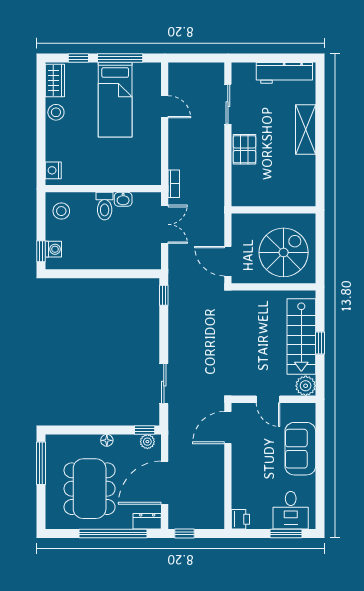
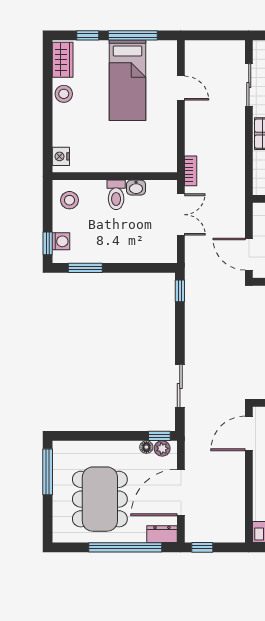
window: (76, 274) -> (85, 268), added
floor lamp: (107, 440) -> (146, 447), moved

